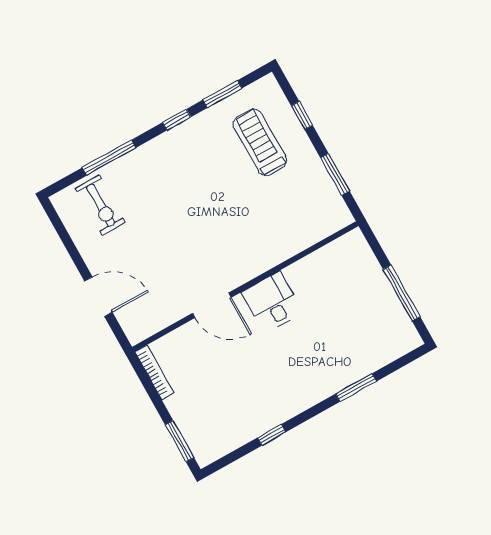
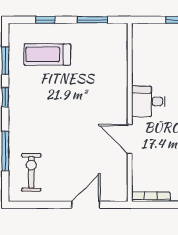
exercise bike: (101, 205) -> (31, 172), turned -90
door: (212, 305) -> (130, 139), swing flipped

